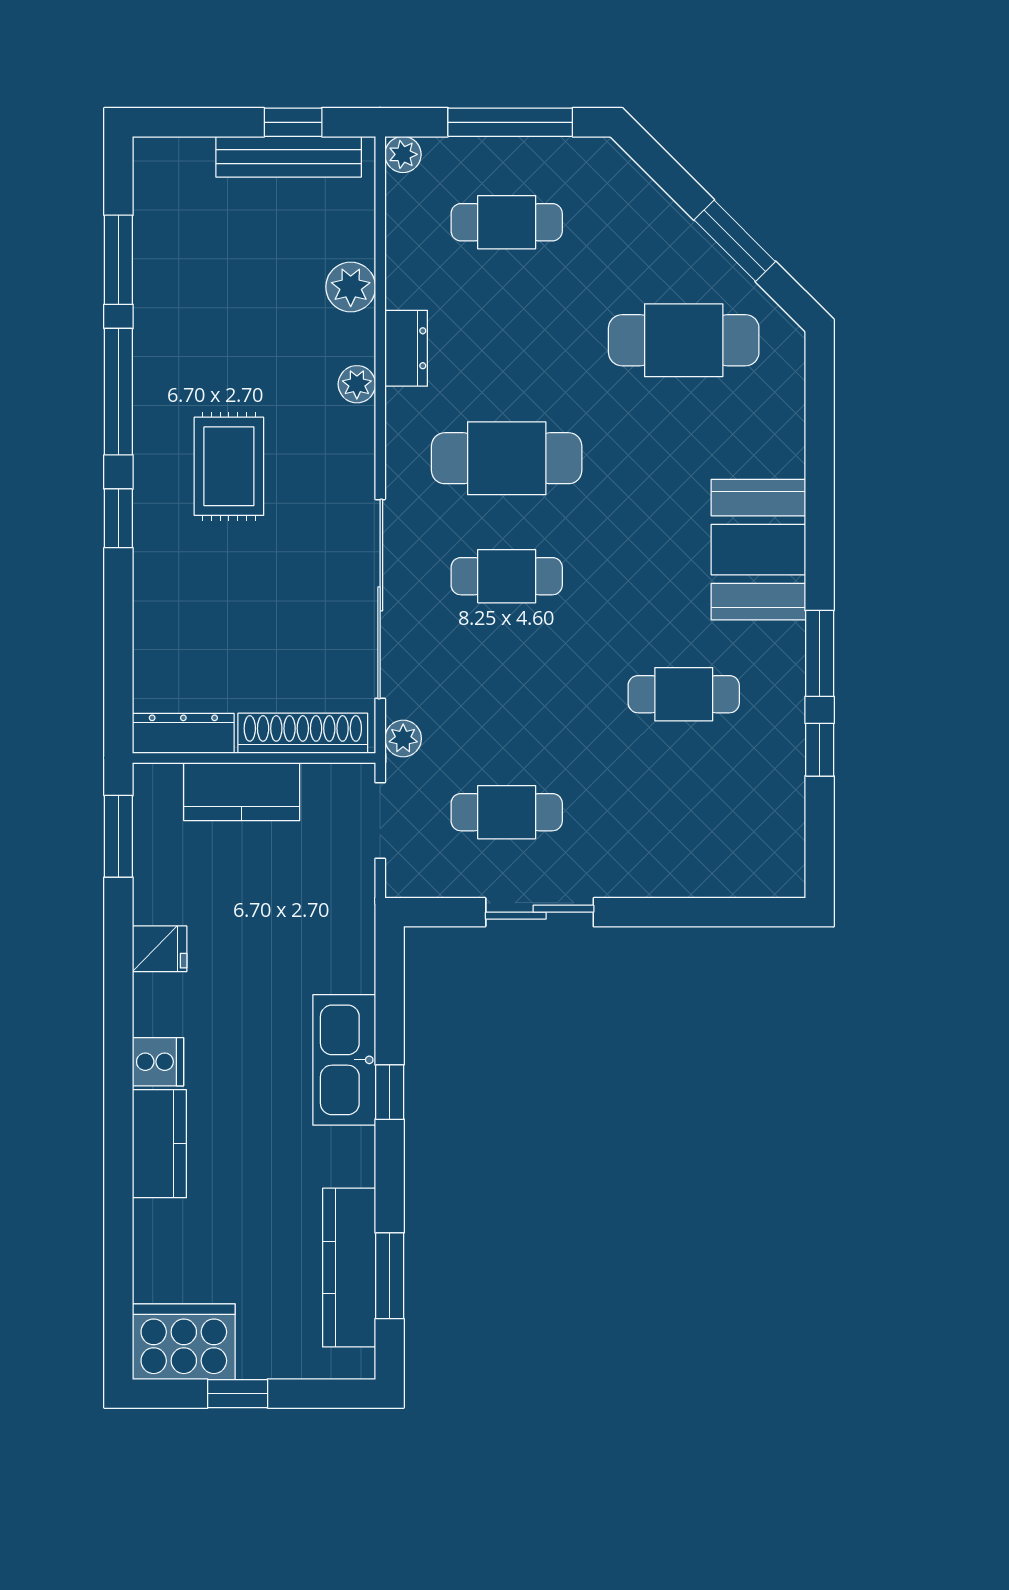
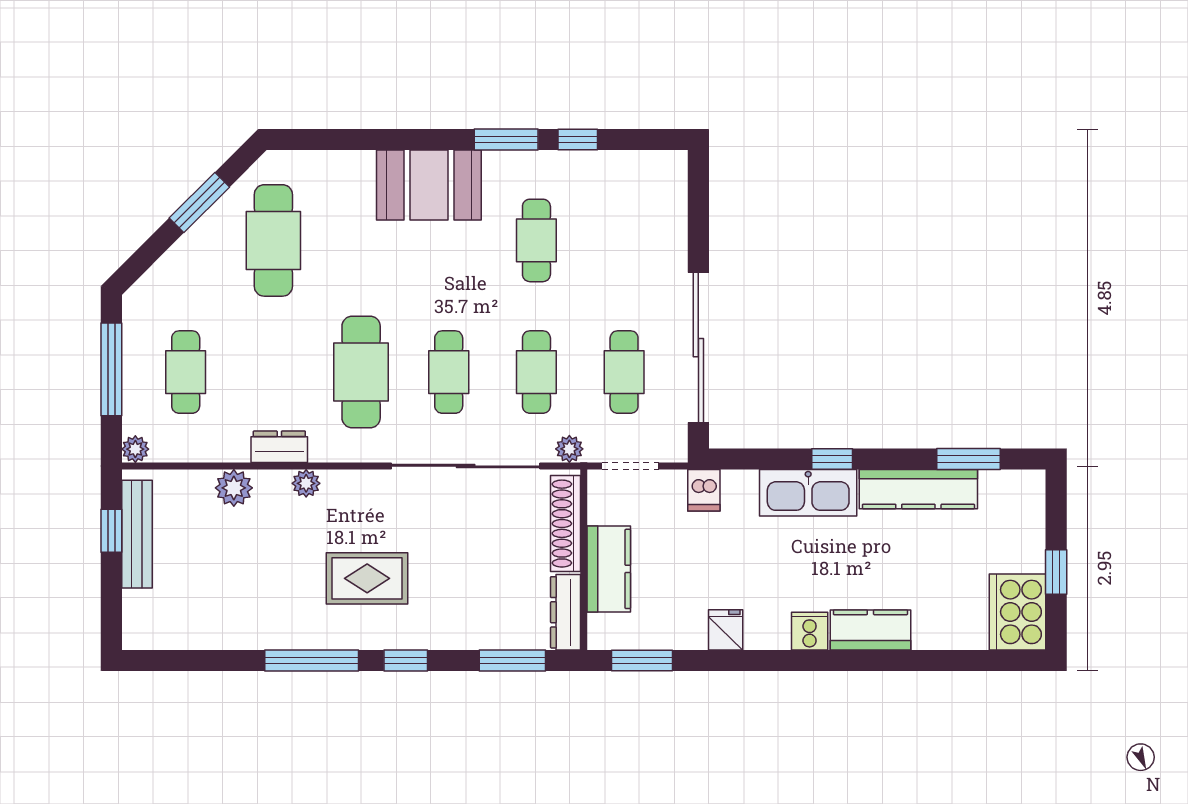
window: (118, 260) -> (512, 661), moved
cafe table: (507, 694) -> (536, 372), added
sliding door: (540, 912) -> (698, 348), width x1.86
dishwasher: (348, 920) -> (704, 490), added
kitchen counter: (349, 1268) -> (918, 489), moved

